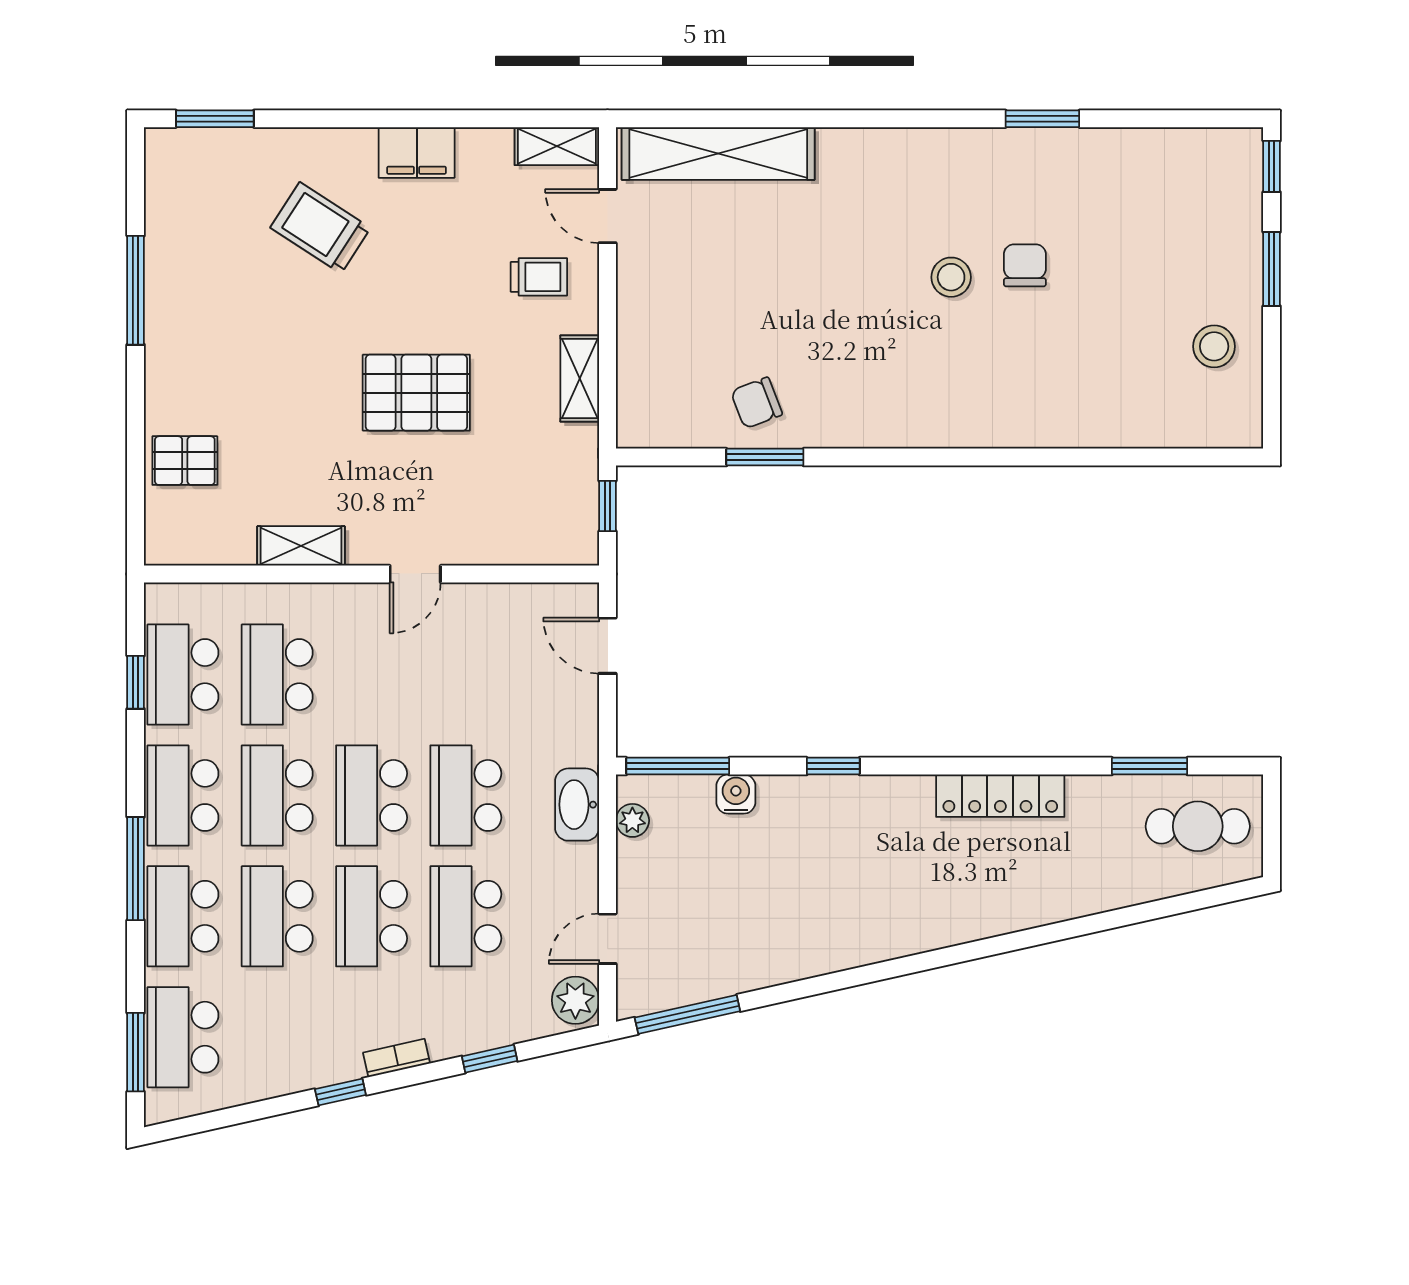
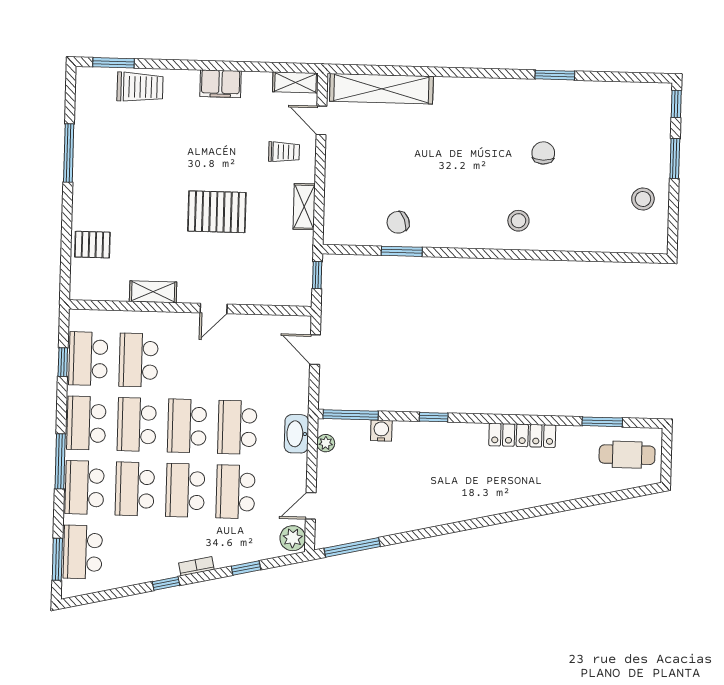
trolley: (320, 228) -> (140, 87), moved, turned 147
stool: (951, 277) -> (518, 221), moved

